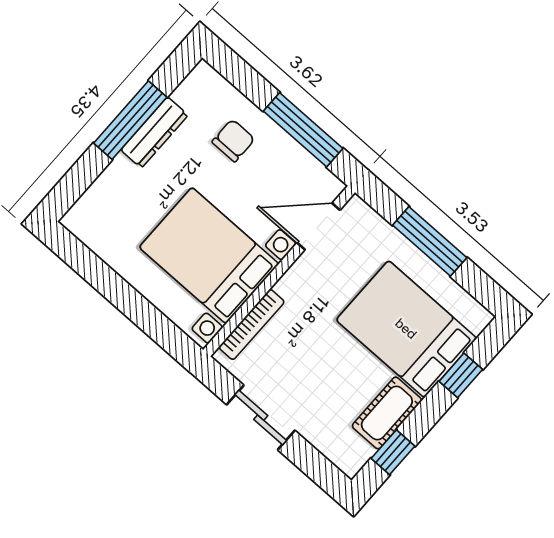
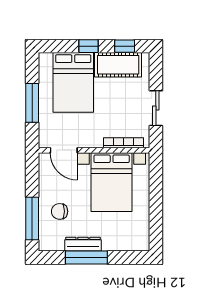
window: (303, 130) -> (32, 219), moved
window: (461, 375) -> (89, 46), moved
cot: (387, 413) -> (118, 65), width x1.37, depth x1.34

